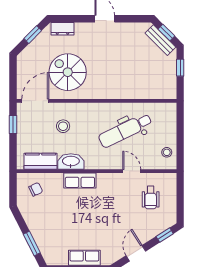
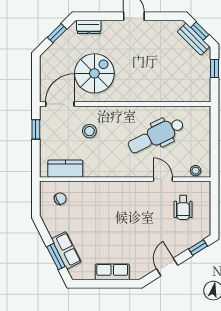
spiral stairs: (68, 72) -> (94, 73), turned 90
stool: (167, 152) -> (196, 171), moved
washbasin: (71, 161) -> (98, 169), removed
row of seats: (80, 180) -> (66, 250), moved, turned -117

